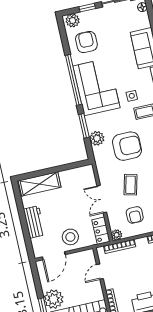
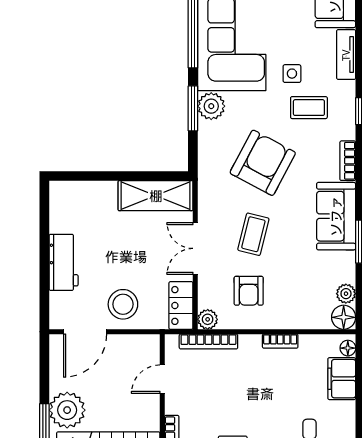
plant: (97, 138) -> (211, 106), moved
armchair: (127, 146) -> (263, 163), turned -62
shelving: (40, 184) -> (156, 196), moved

